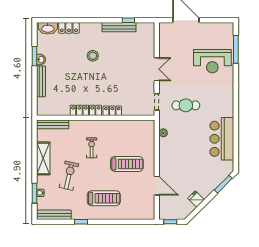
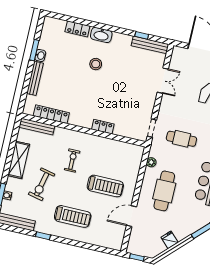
bench: (119, 27) -> (150, 45), moved
washbasin: (48, 28) -> (101, 35), moved
double door: (157, 69) -> (163, 81), moved
locker: (86, 110) -> (51, 114), moved
cafe table: (181, 156) -> (164, 191), added
exercise bike: (69, 176) -> (42, 184), turned 180
door: (157, 186) -> (132, 216), swing flipped

